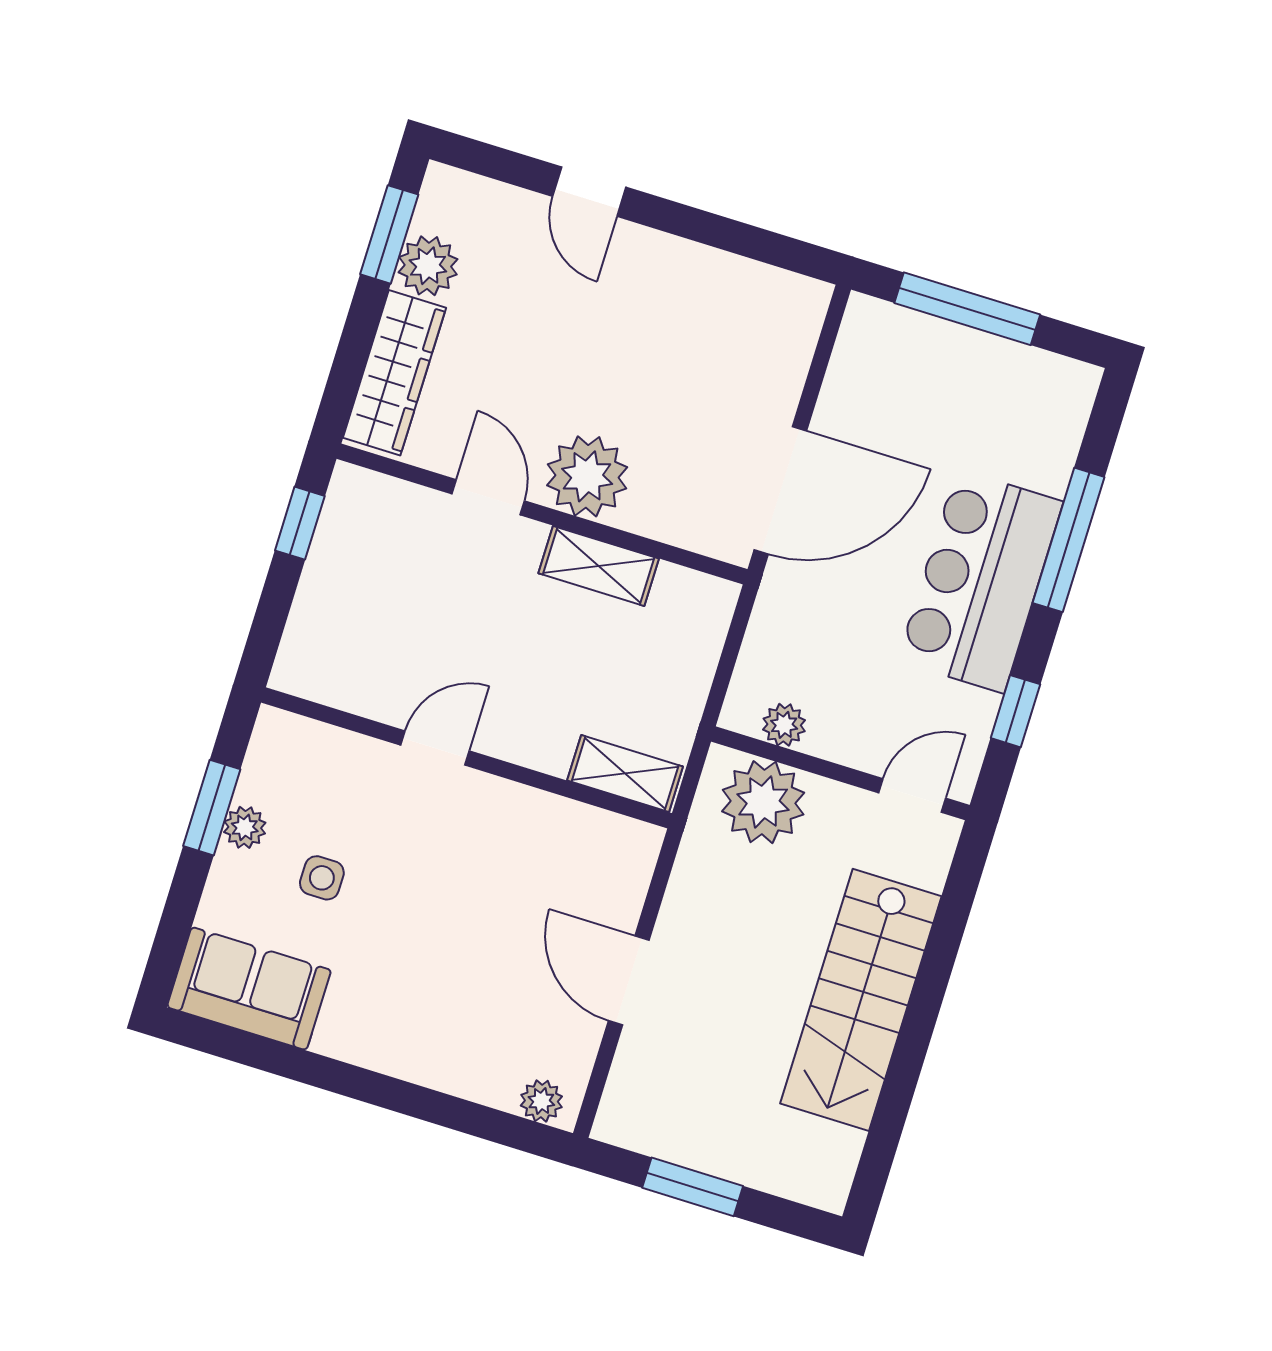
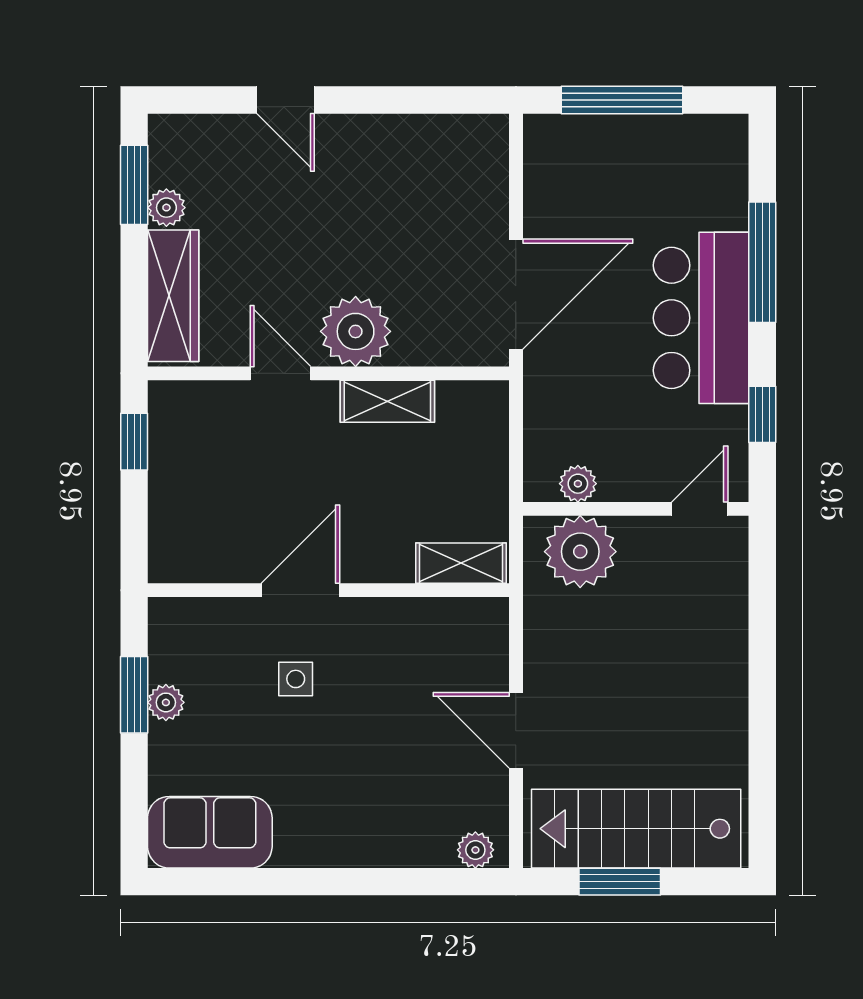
plant: (428, 266) -> (166, 208), width x0.73, depth x0.73
door: (435, 748) -> (300, 590), width x1.37
side table: (322, 878) -> (296, 679), moved
stairs: (861, 1000) -> (636, 829), moved, turned 90

